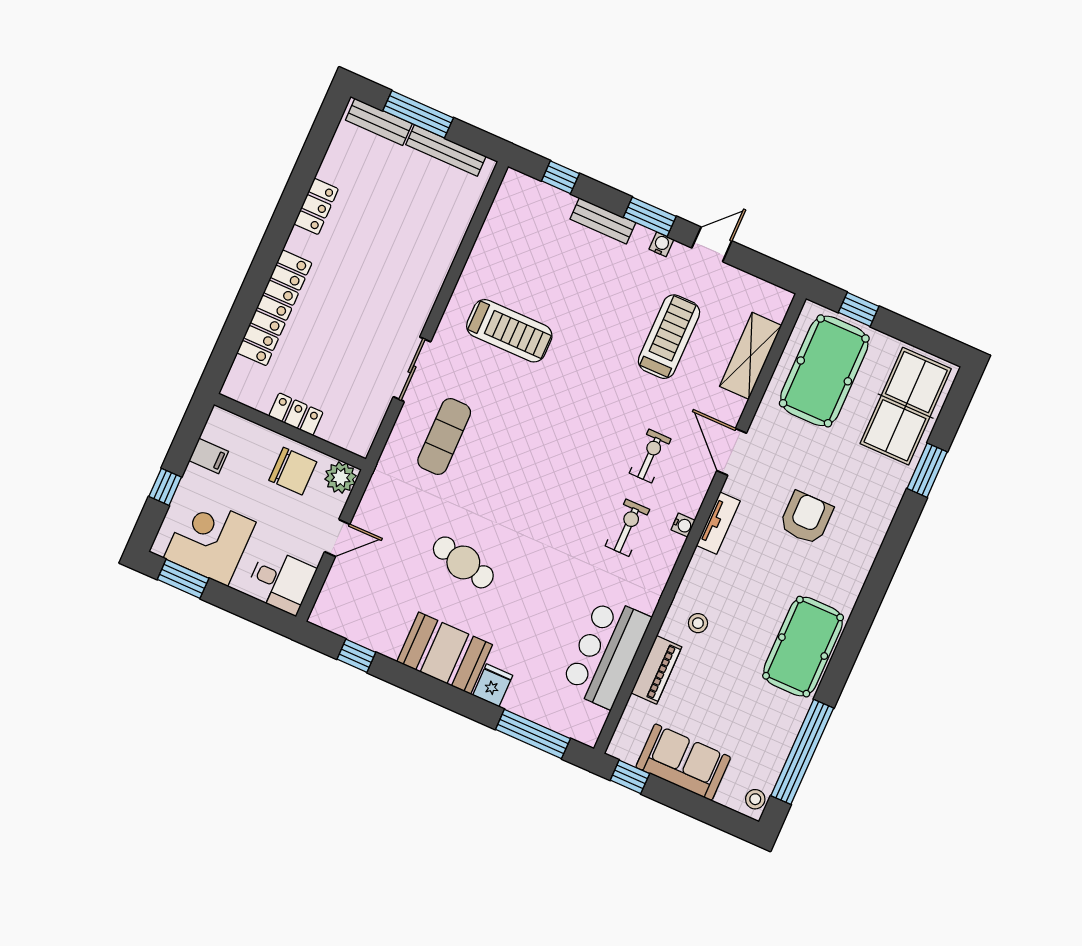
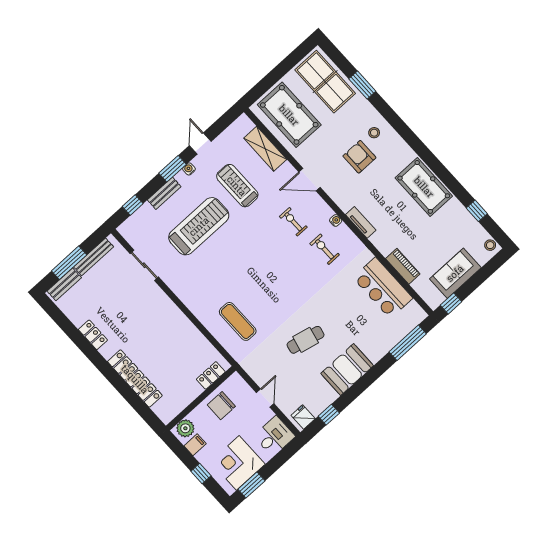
window: (859, 309) -> (266, 84), removed
treadmill: (509, 331) -> (199, 226), moved, width x1.37, depth x1.37
sliding door: (412, 369) -> (144, 265), moved
locker: (296, 414) -> (211, 375), moved
chair: (293, 471) -> (221, 406), turned 180
plant: (341, 477) -> (185, 428), moved
tv unit: (718, 523) -> (361, 222), moved
stool: (698, 623) -> (374, 133), moved
fridge: (493, 685) -> (303, 417), moved
window: (802, 752) -> (477, 211), width x0.32

